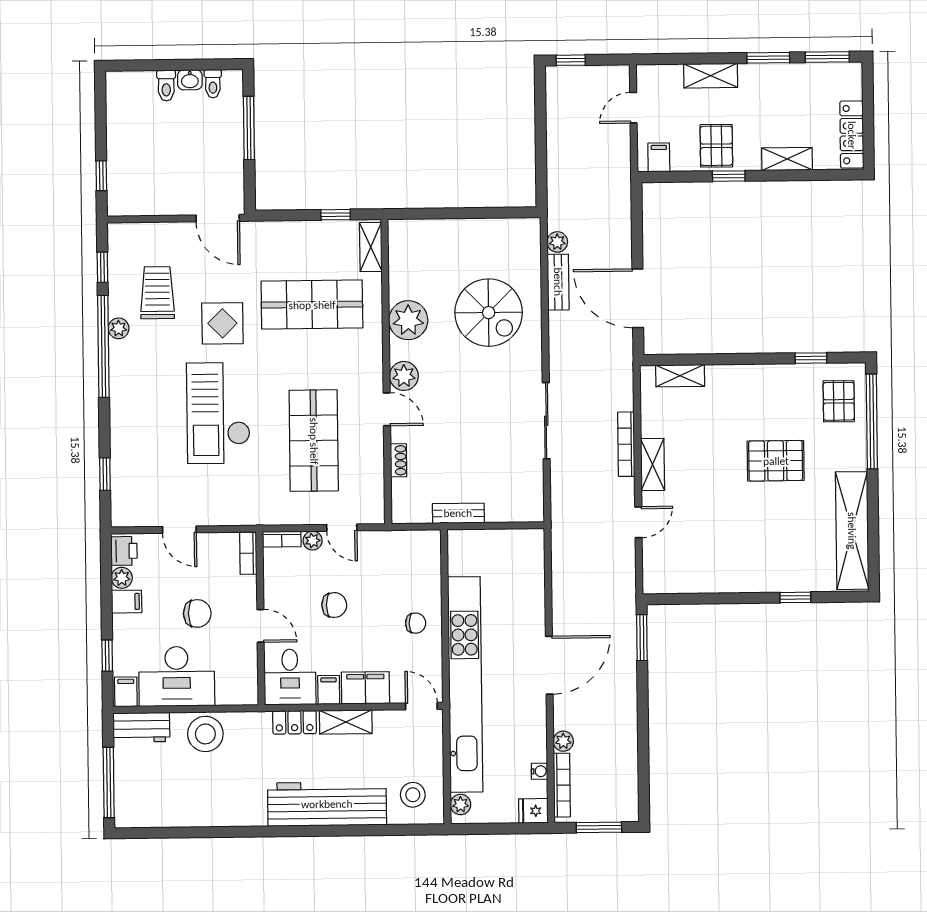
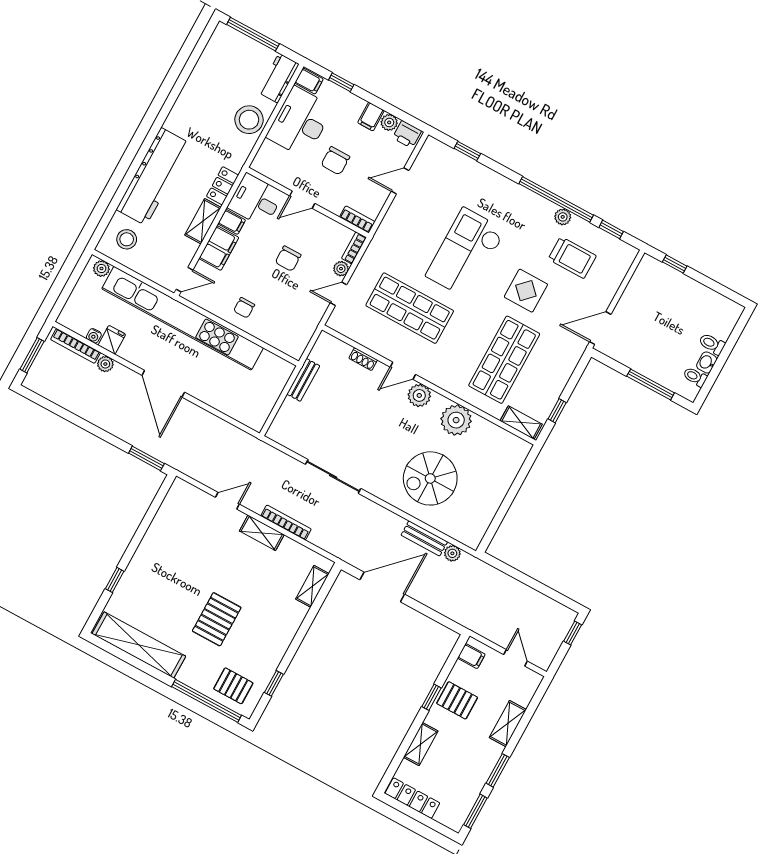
checkout: (218, 413) -> (466, 253), turned -90
door: (638, 522) -> (227, 501), swing flipped
fridge: (533, 811) -> (112, 340), moved

